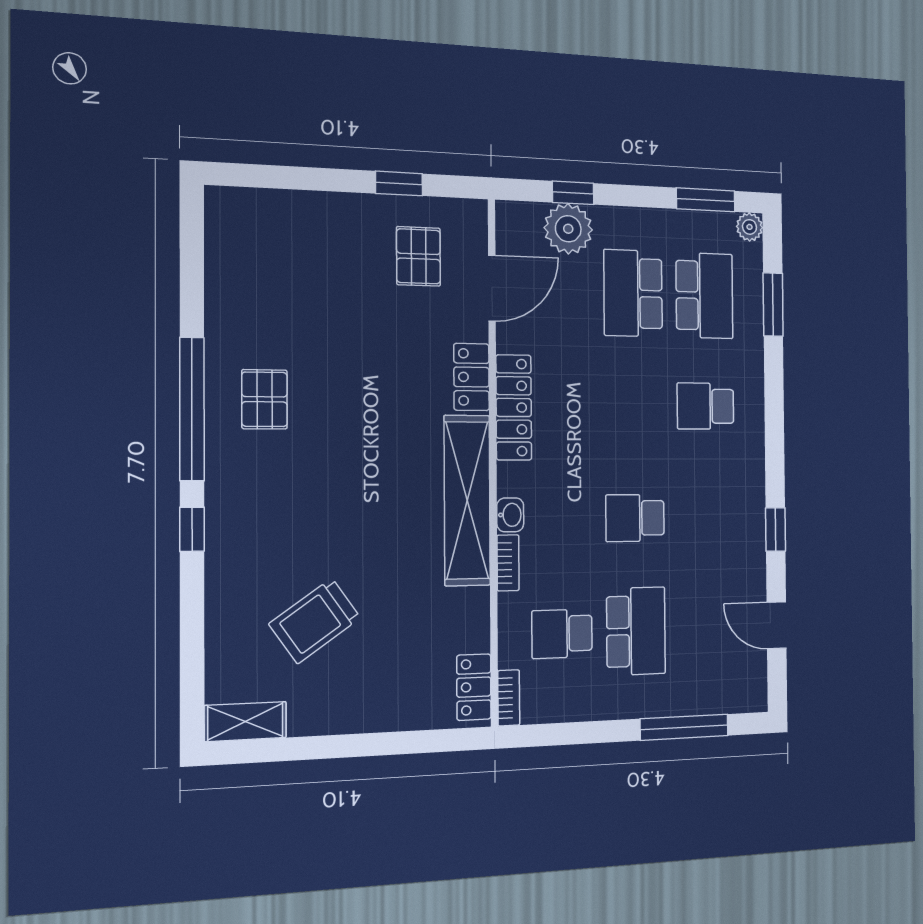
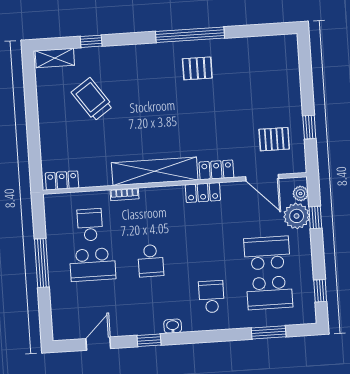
window: (706, 200) -> (320, 291), width x0.67
plant: (749, 227) -> (301, 194), moved
locker: (514, 407) -> (203, 193), width x0.66
washbasin: (510, 515) -> (173, 326), moved, turned 180
school desk: (635, 518) -> (151, 261), turned 180
window: (192, 529) -> (91, 41), moved
bookcase: (509, 698) -> (57, 199), removed
shelving: (245, 722) -> (55, 58), moved, turned 90
window: (684, 727) -> (42, 263), moved

